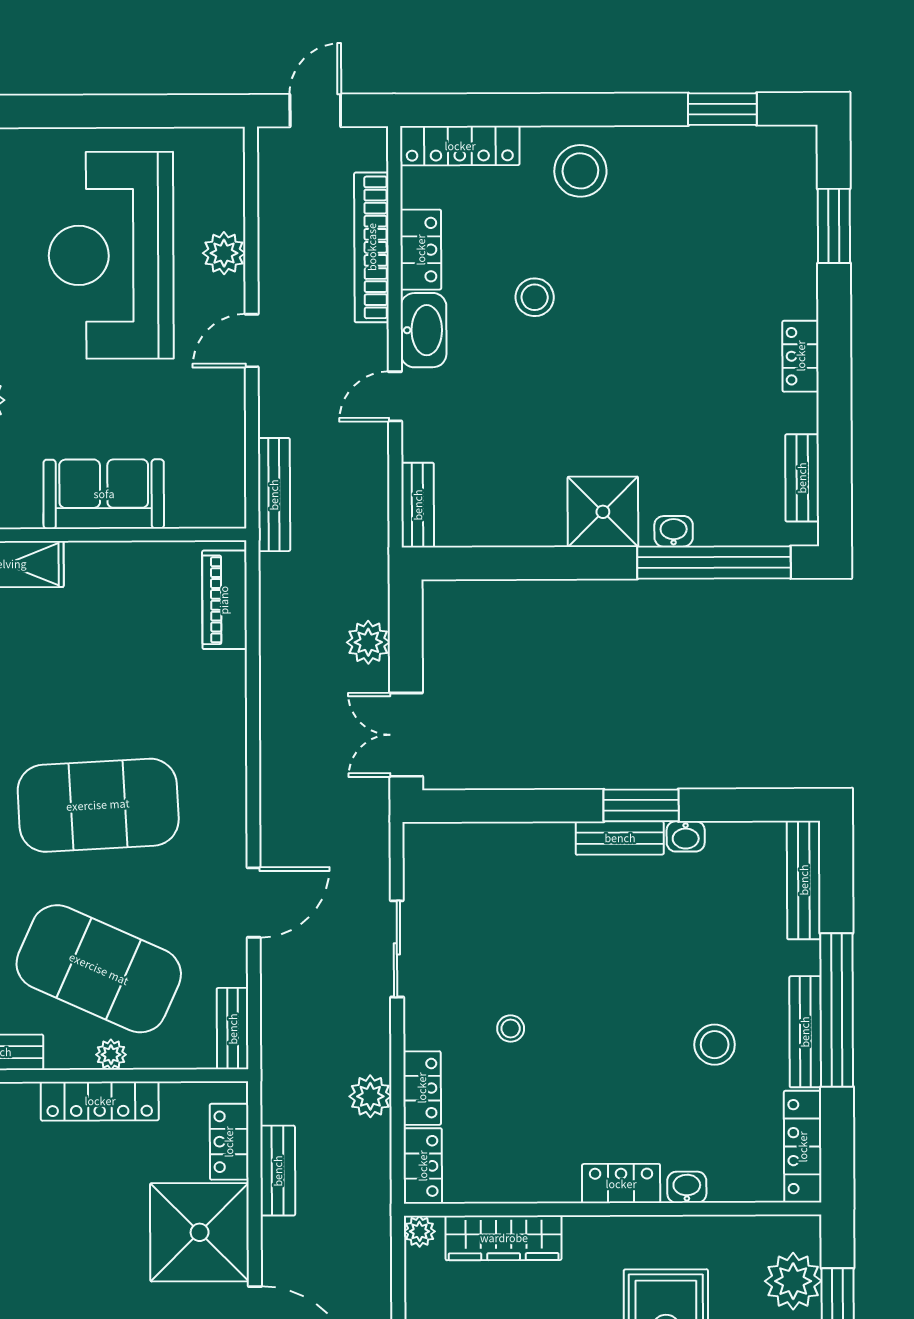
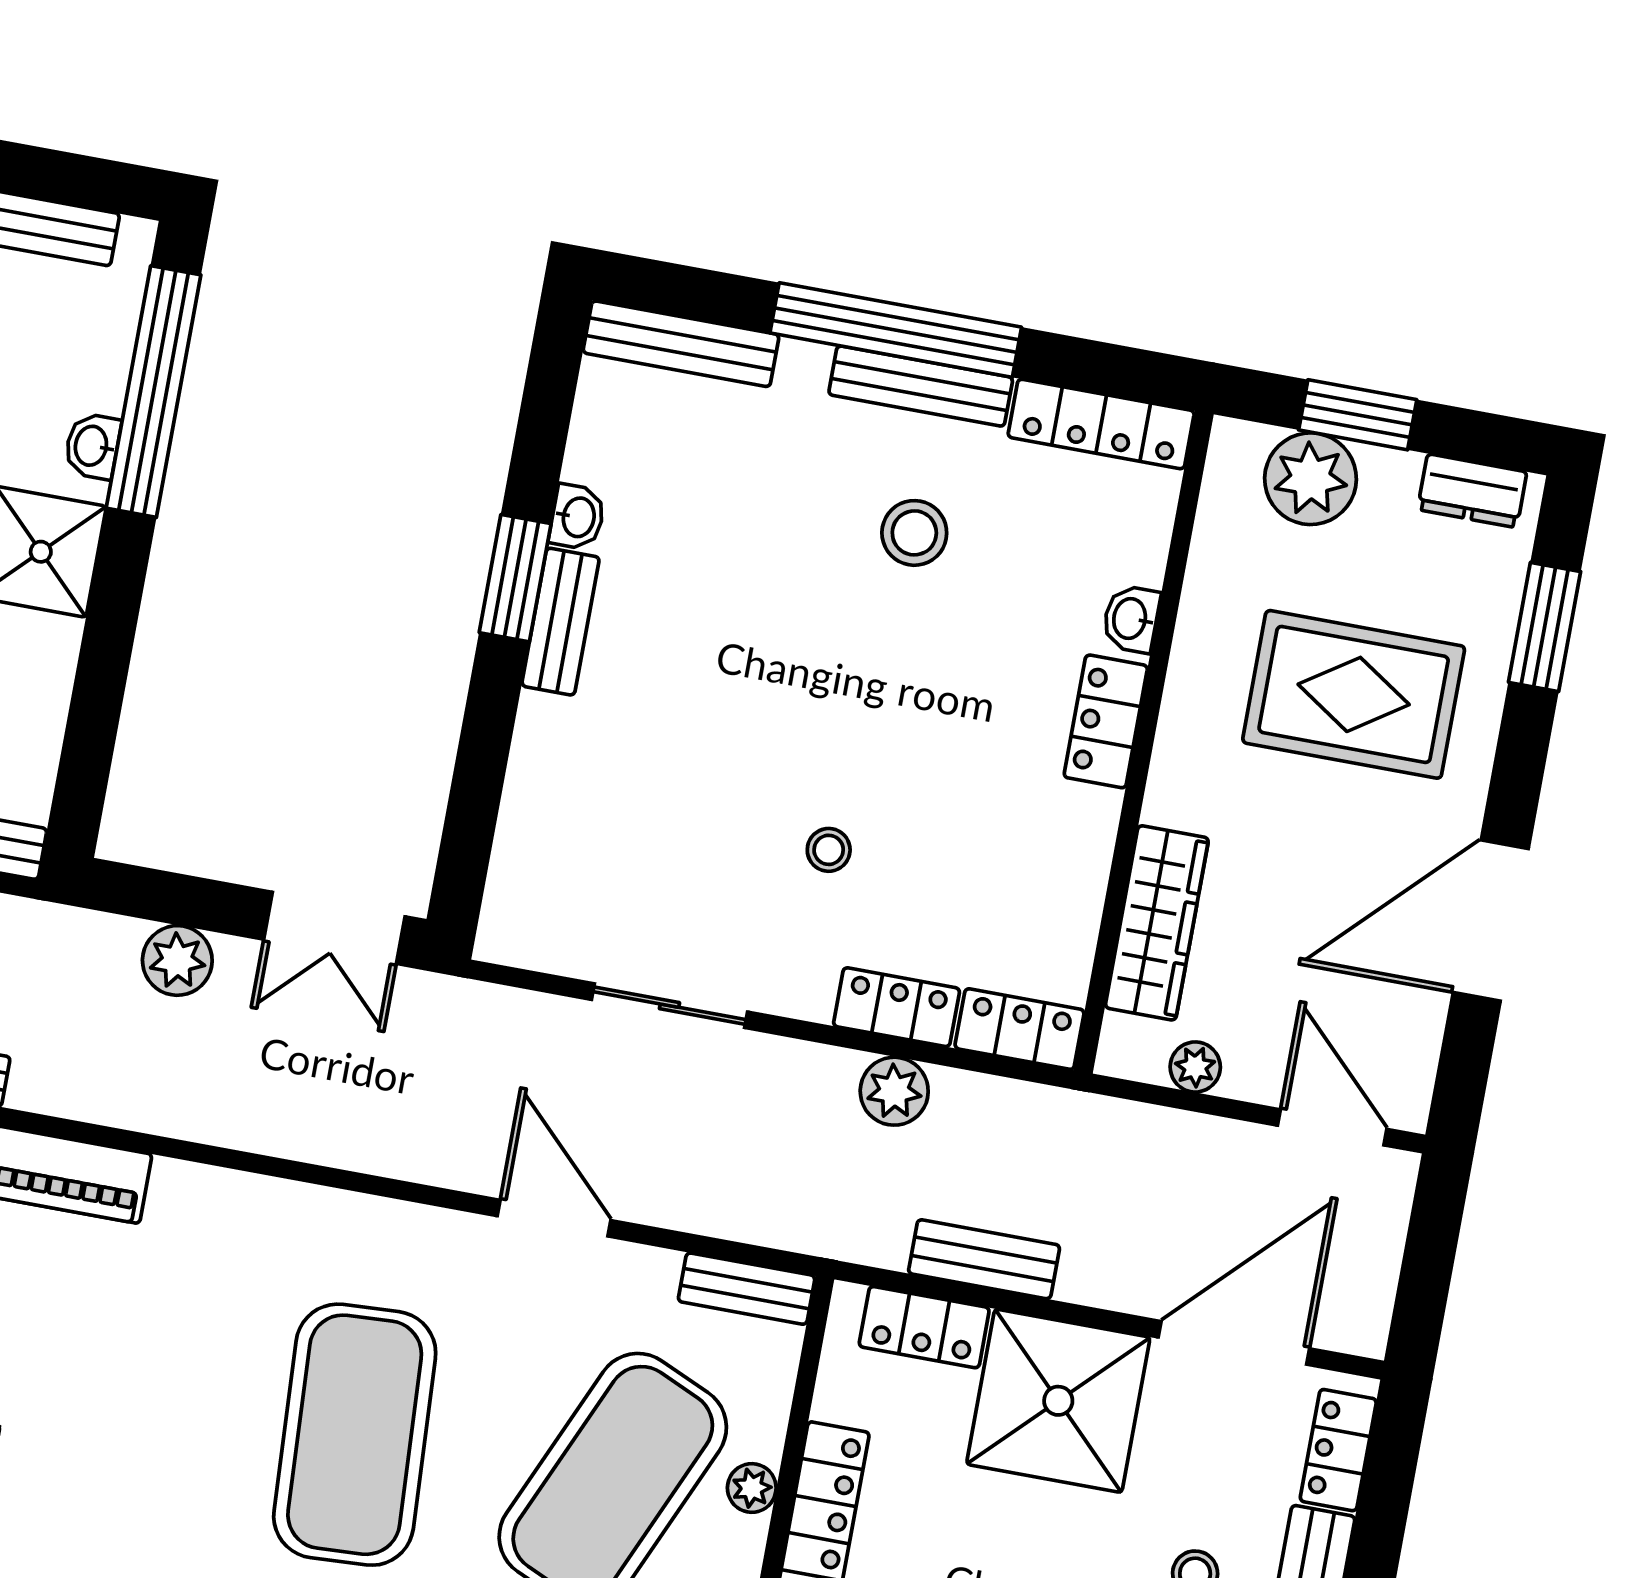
plant: (419, 1231) -> (1195, 1067), moved

